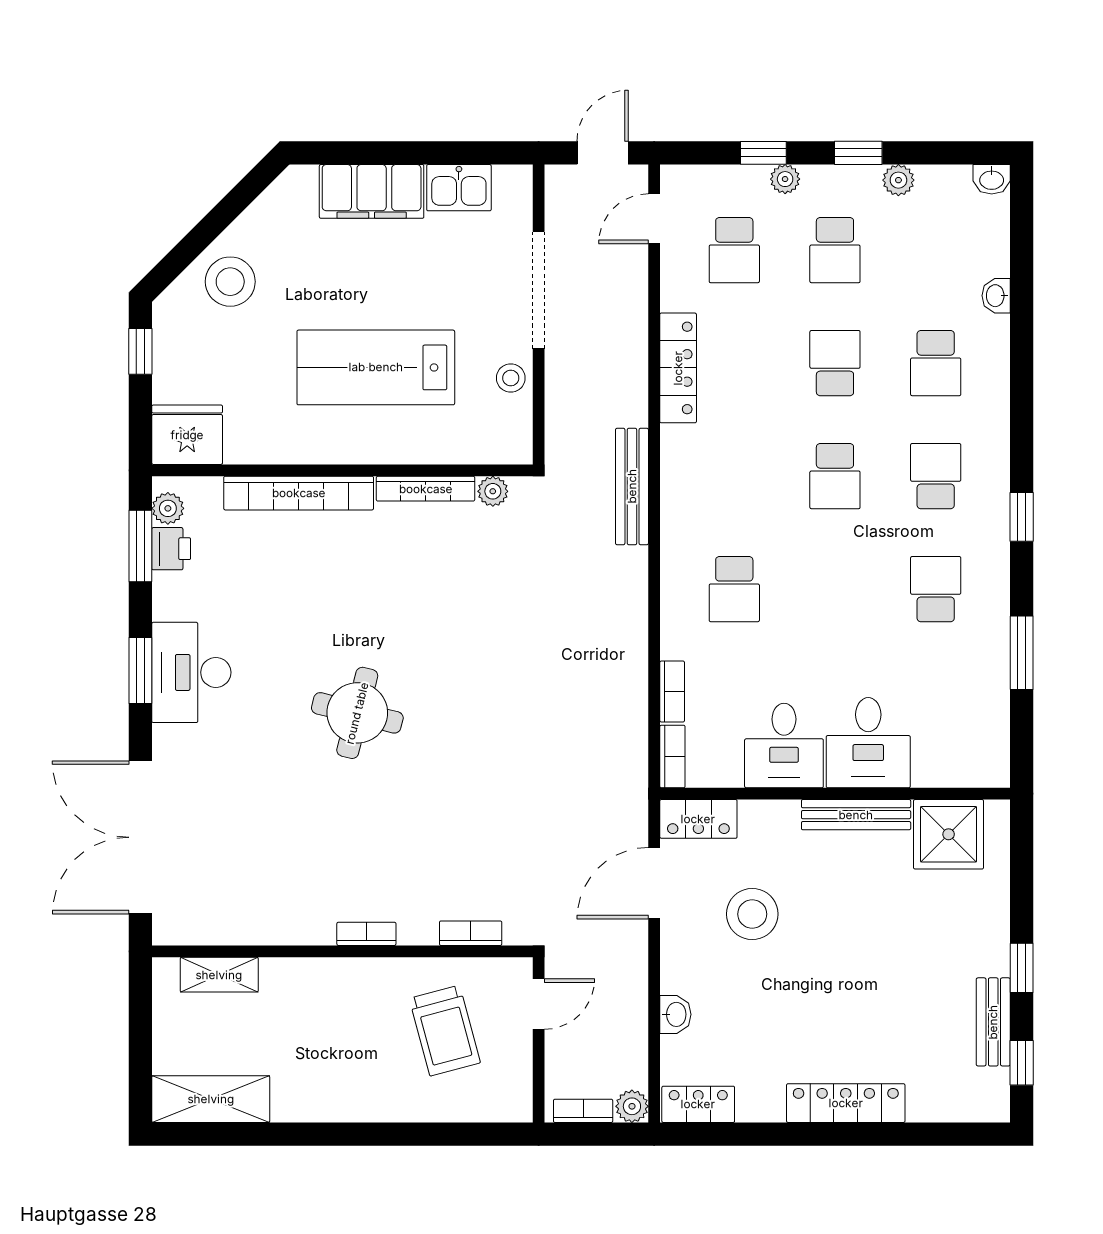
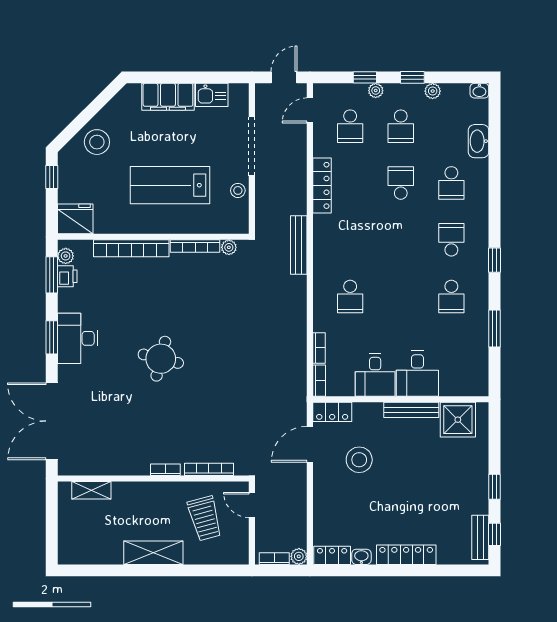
washbasin: (996, 296) -> (479, 141), width x1.91, depth x1.45
school desk: (835, 476) -> (401, 240), removed
school desk: (936, 589) -> (451, 297), turned 180
bookcase: (471, 933) -> (209, 469), width x1.56
door: (539, 1004) -> (252, 505), swing flipped
washbasin: (675, 1014) -> (361, 557), moved, turned -90
bench: (993, 1022) -> (480, 537), moved
shelving: (211, 1099) -> (153, 553), moved

